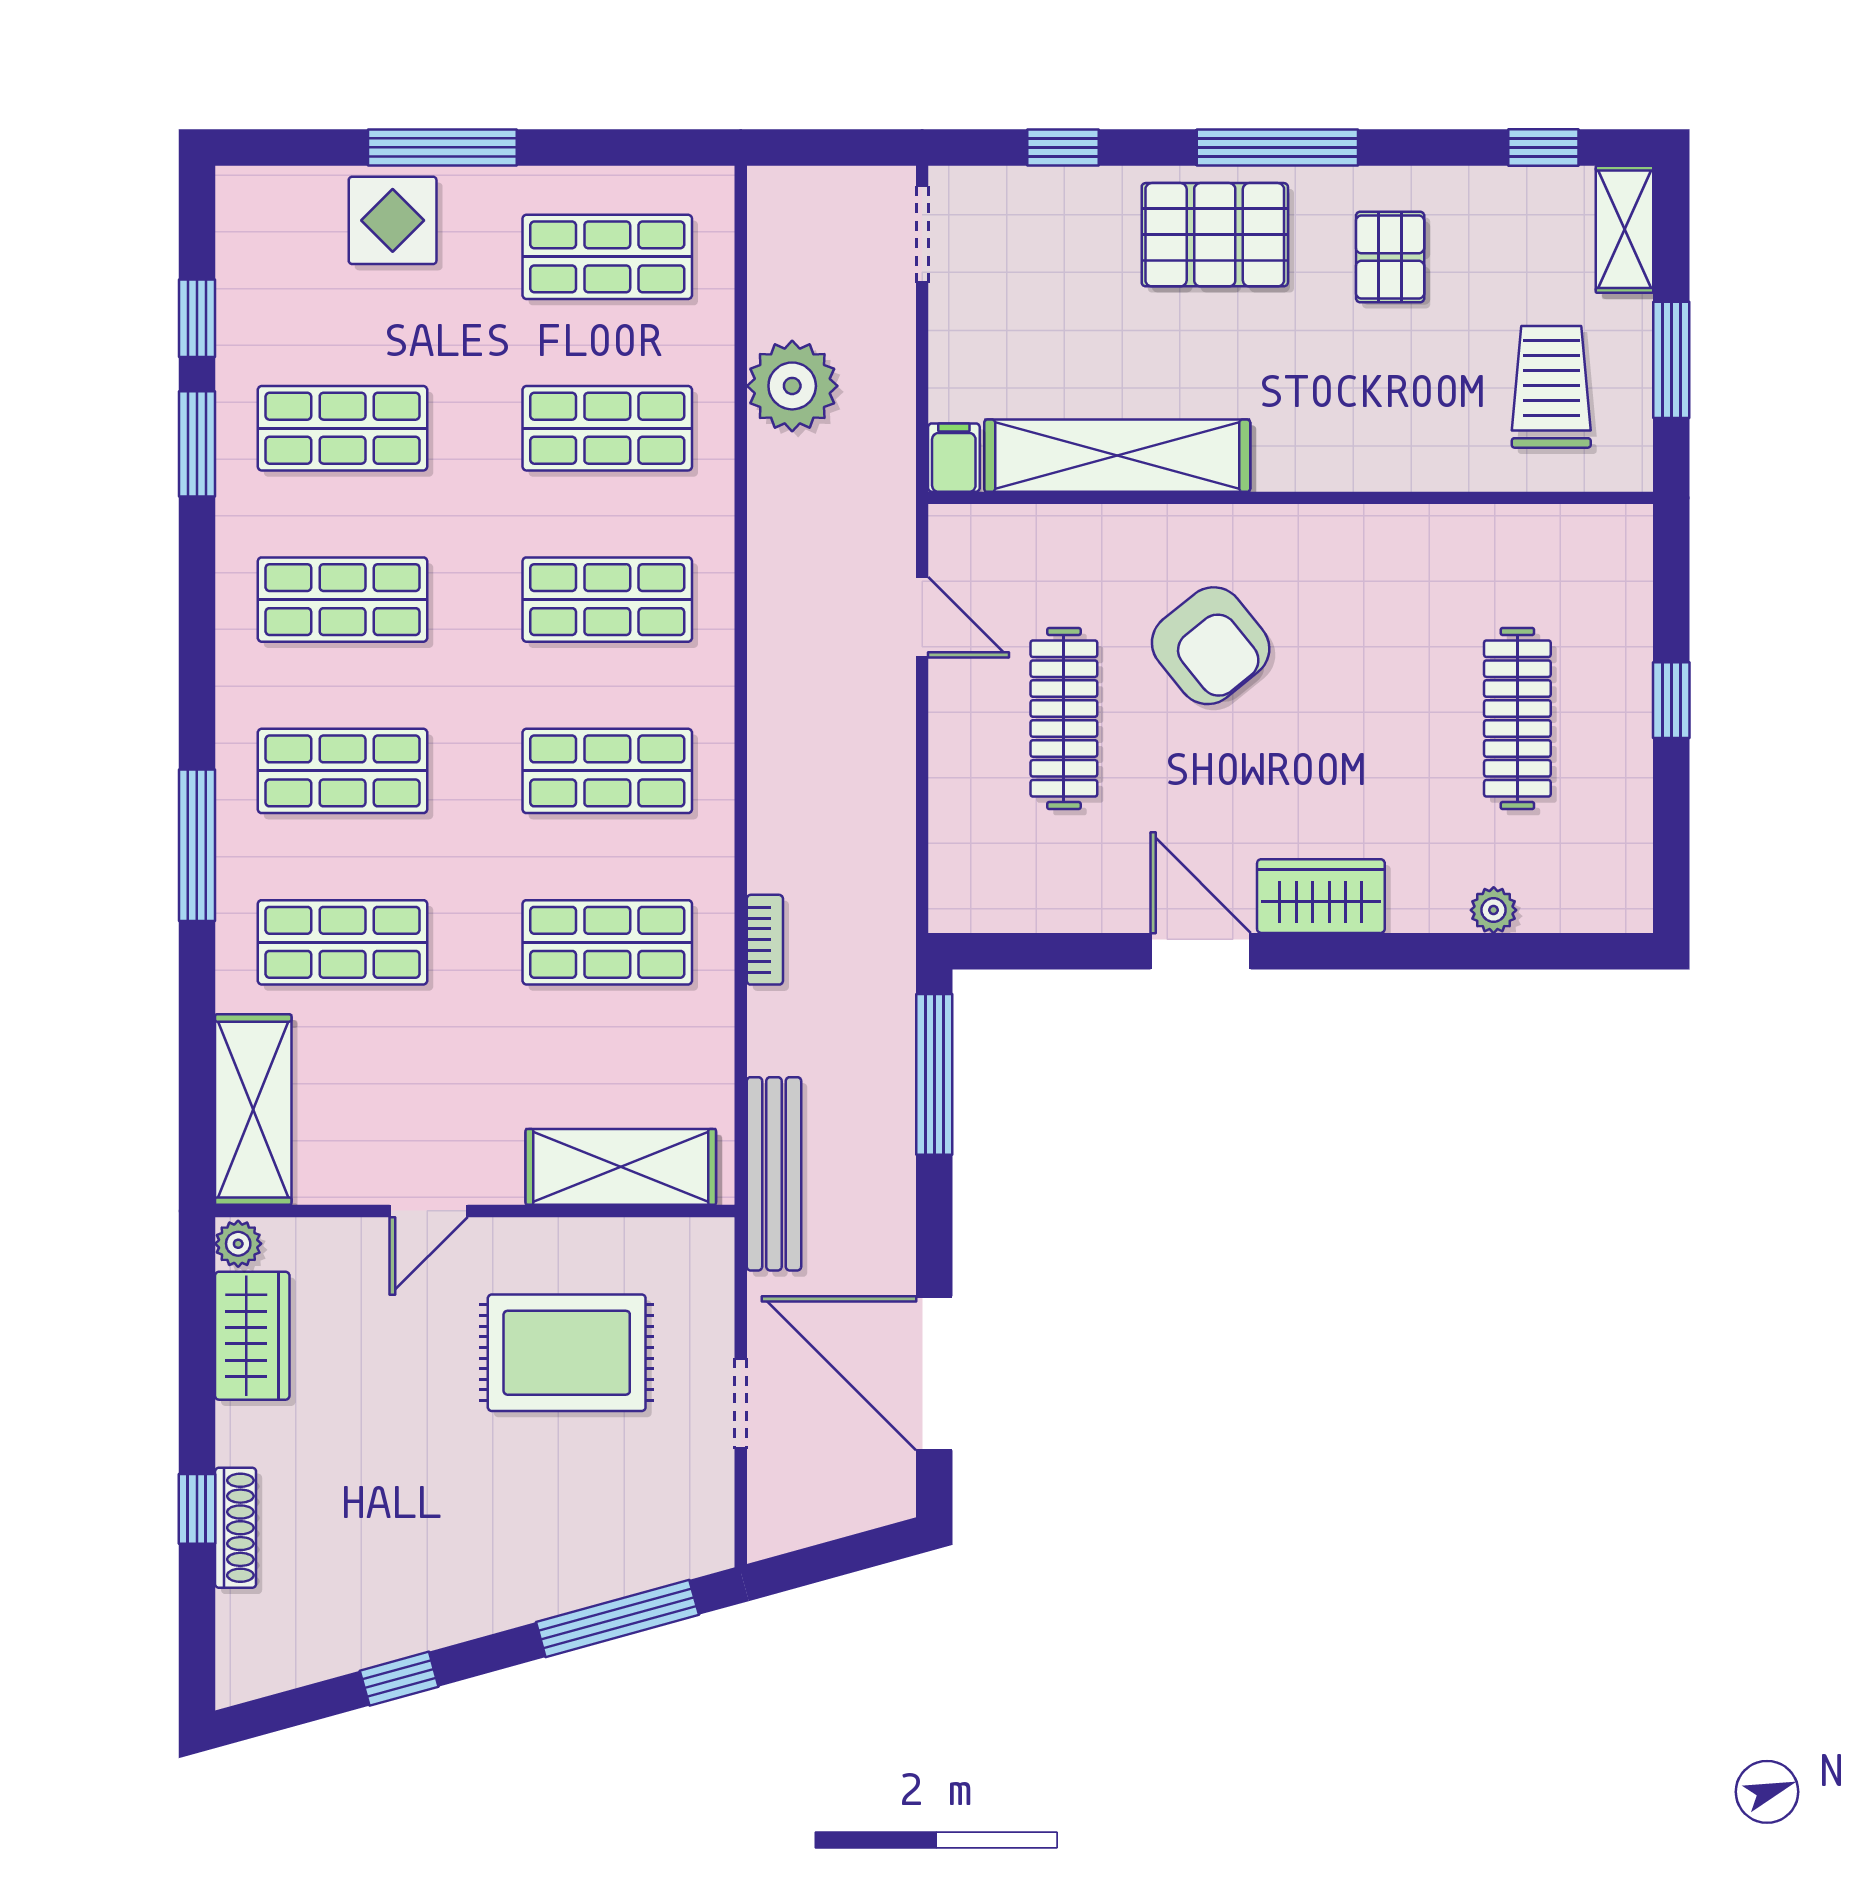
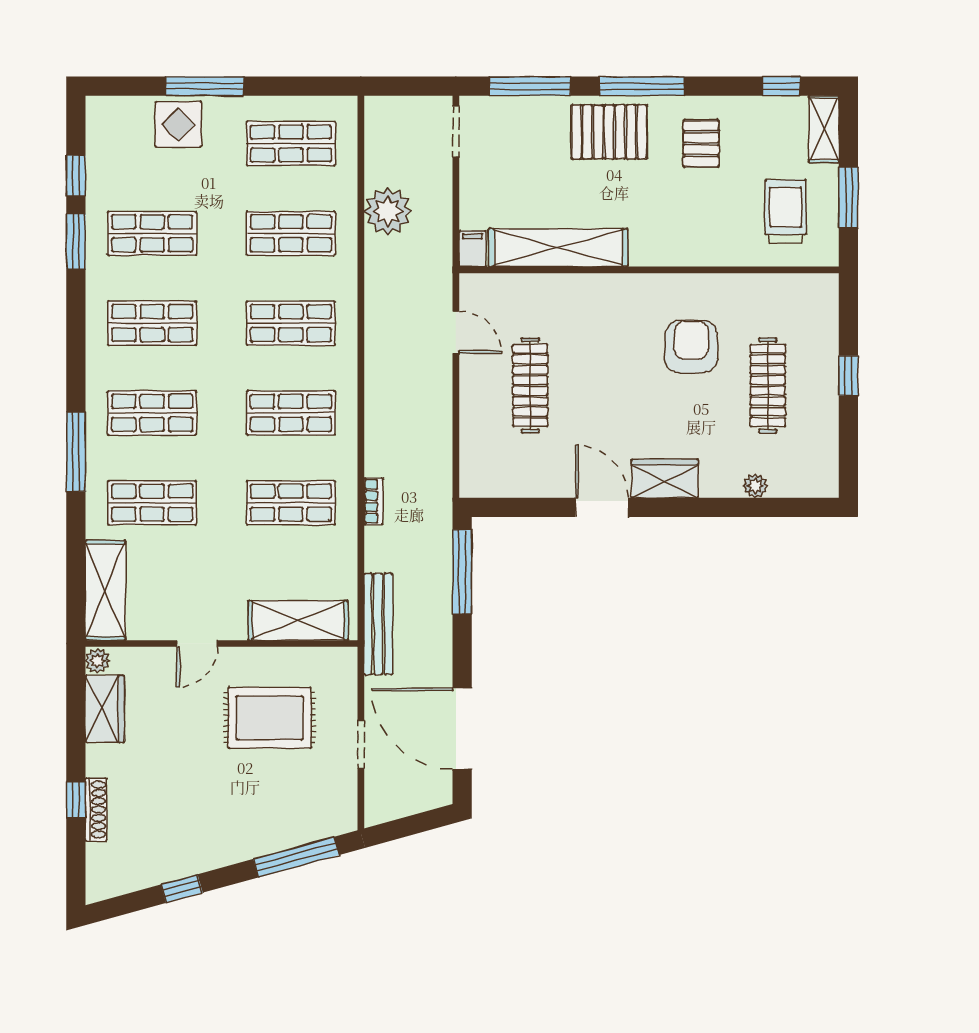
window: (1063, 147) -> (530, 86), width x2.17
armchair: (1211, 646) -> (691, 347), moved, turned -141

